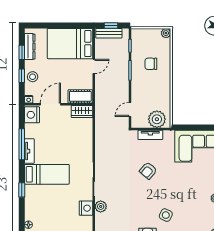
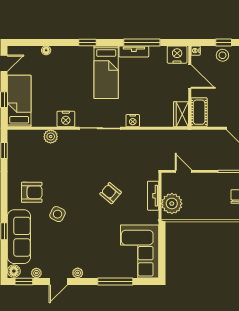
nightstand: (87, 152) -> (133, 121), added
plant: (101, 206) -> (51, 137), moved

